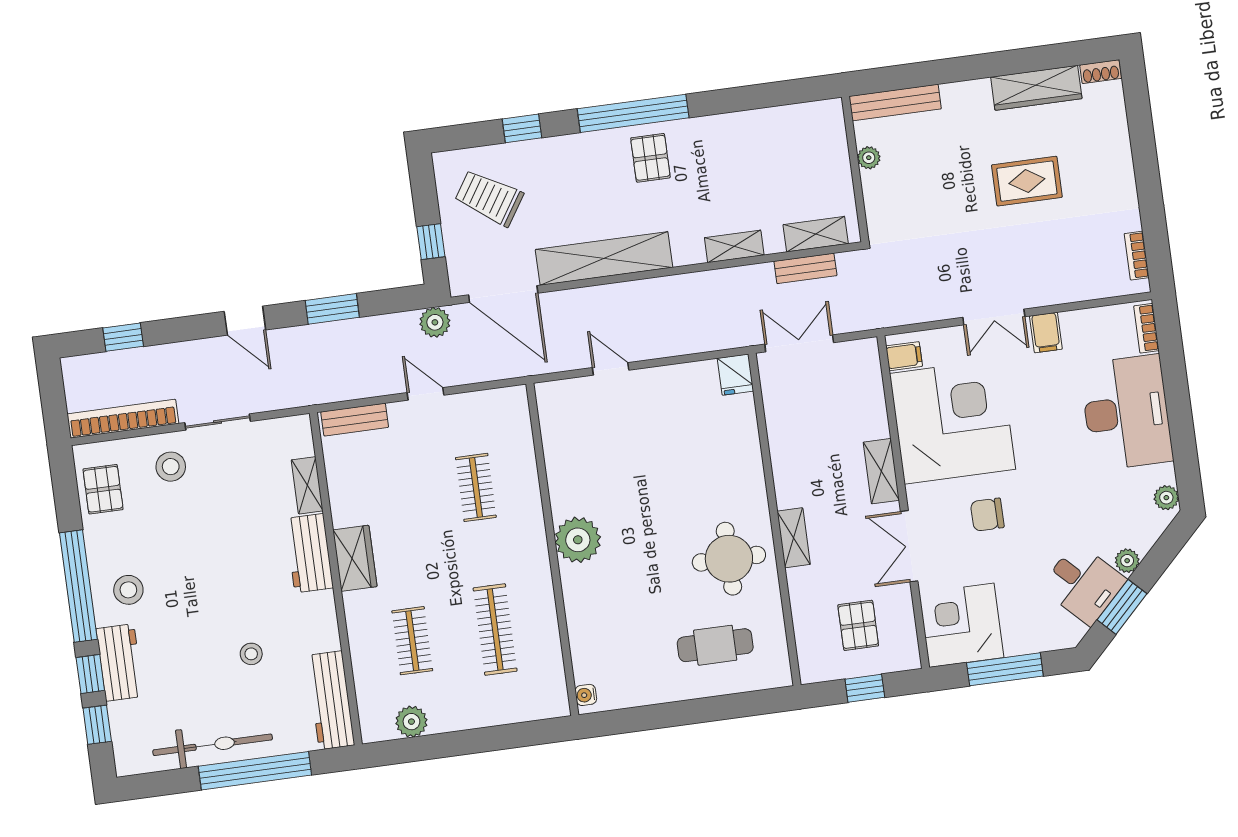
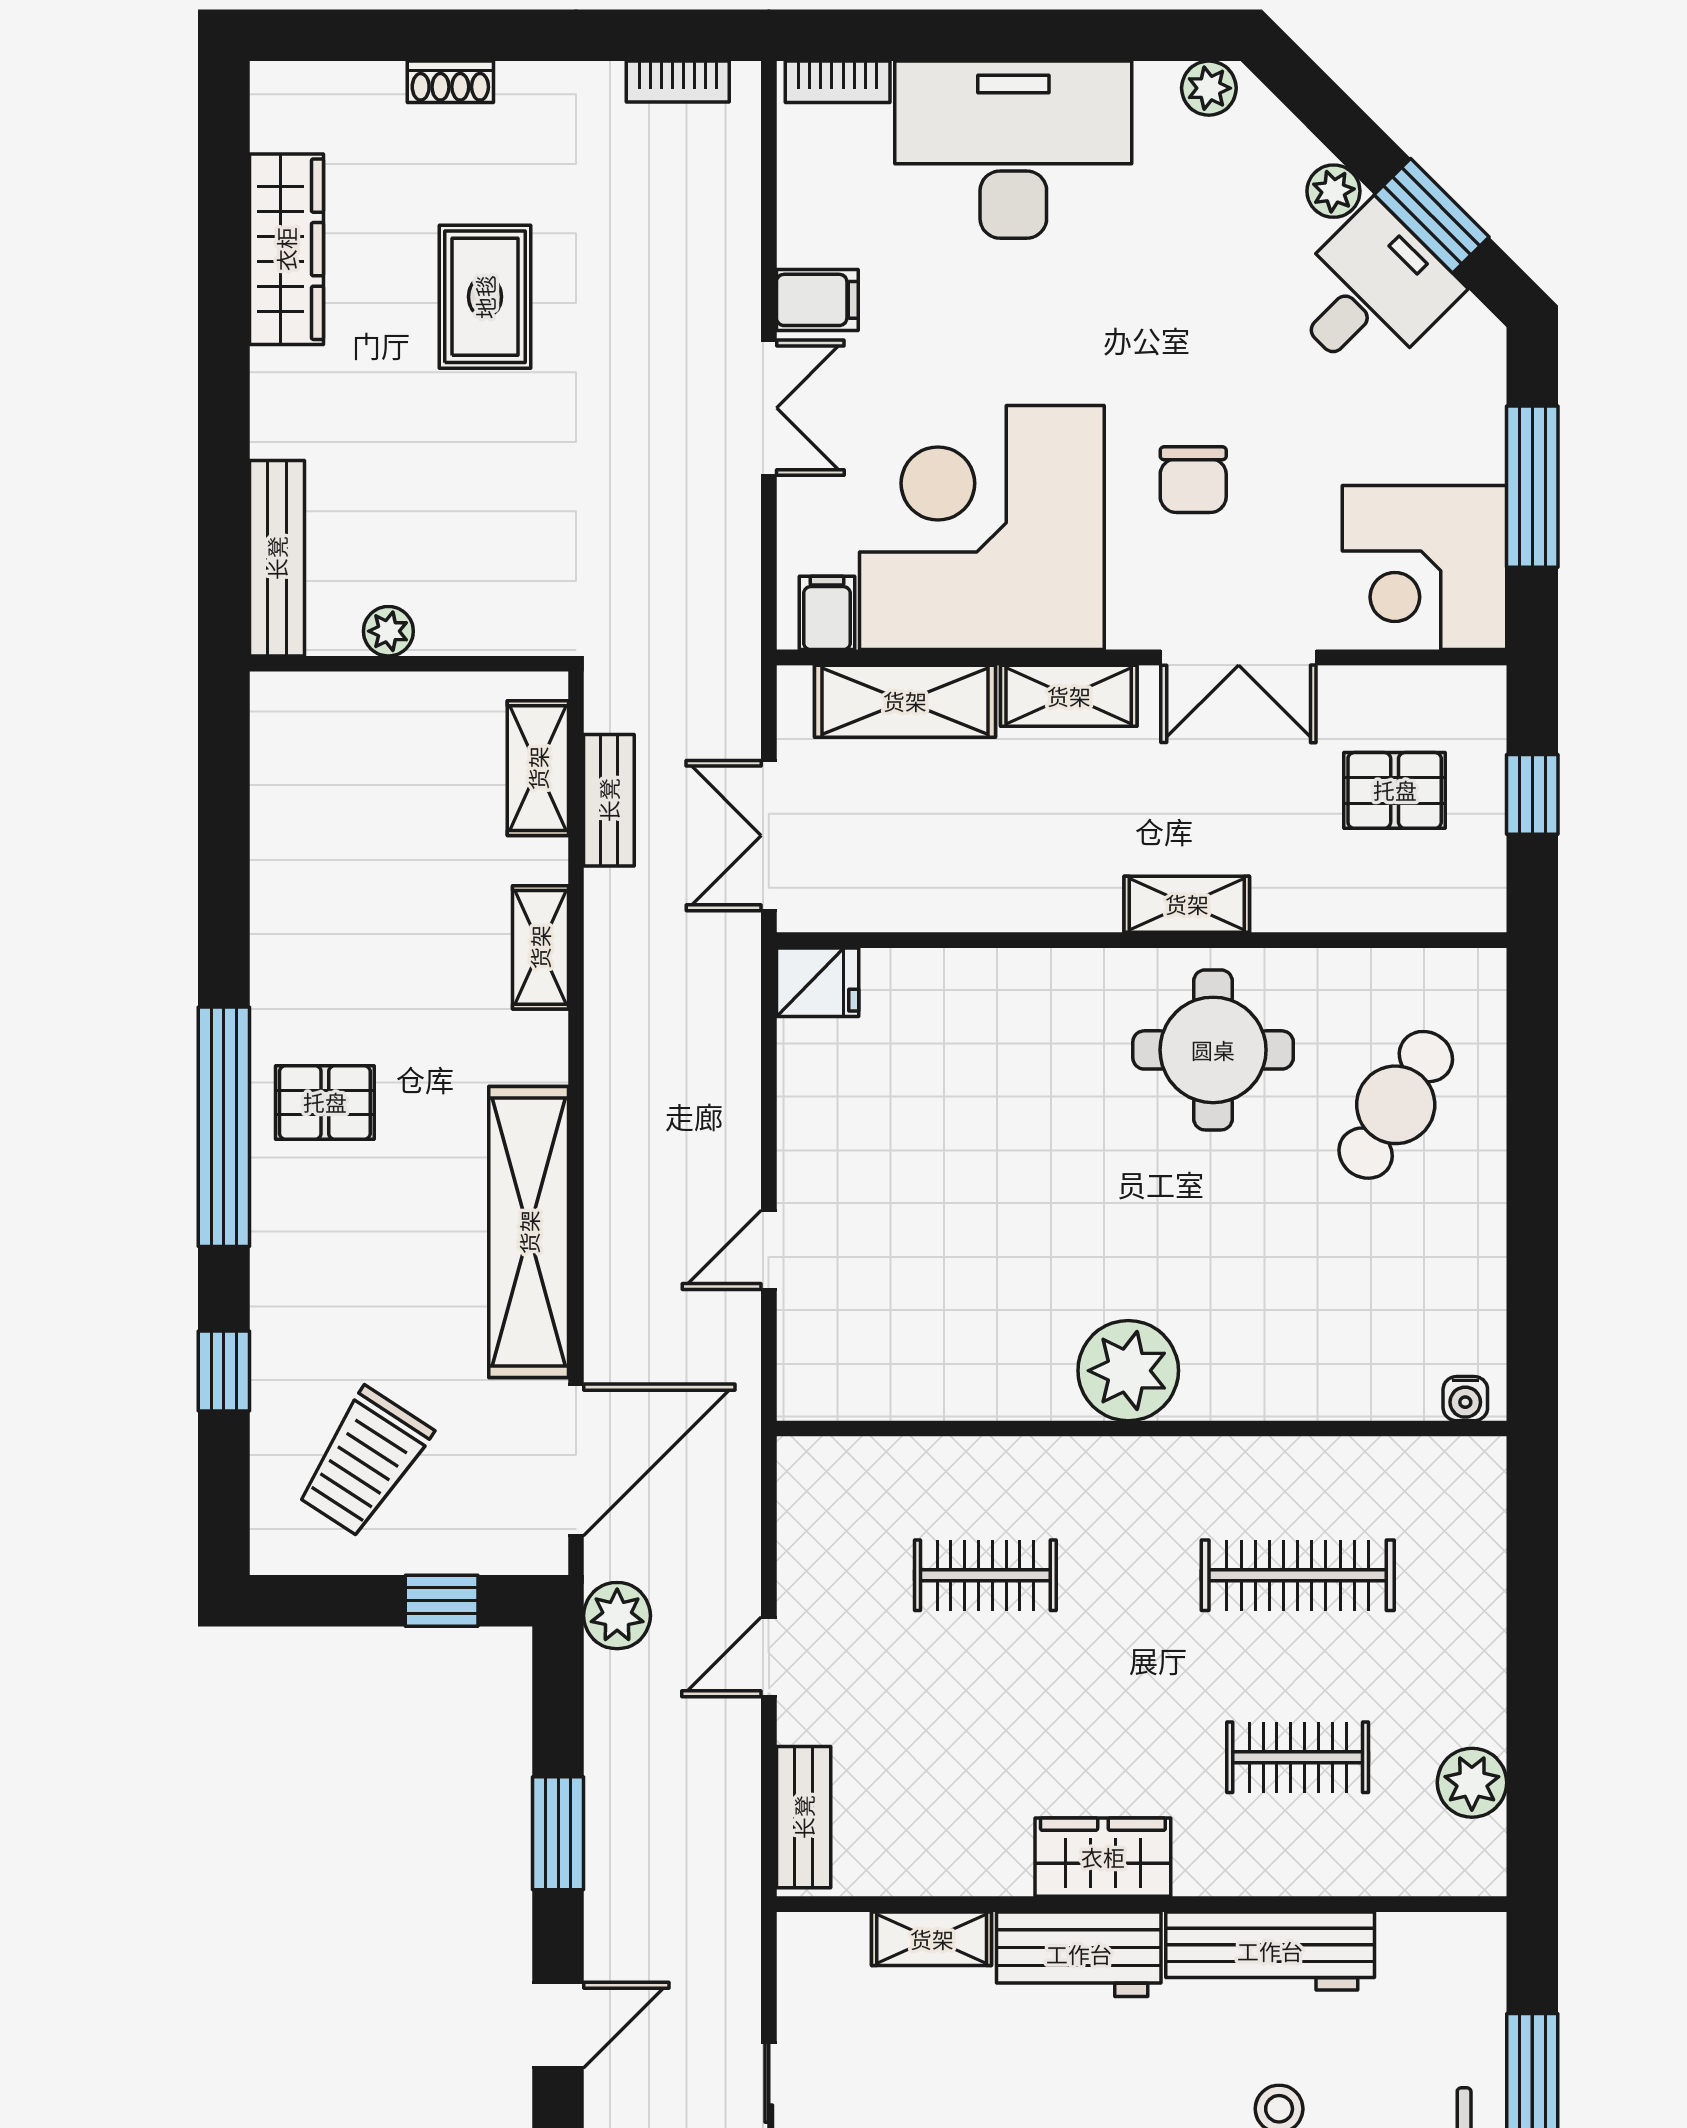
shoe rack: (1101, 72) -> (450, 82), moved, turned 90
shelving: (869, 397) -> (905, 701), added
cafe table: (715, 645) -> (1396, 1105), turned 32
workbench: (331, 700) -> (1270, 1951), moved

